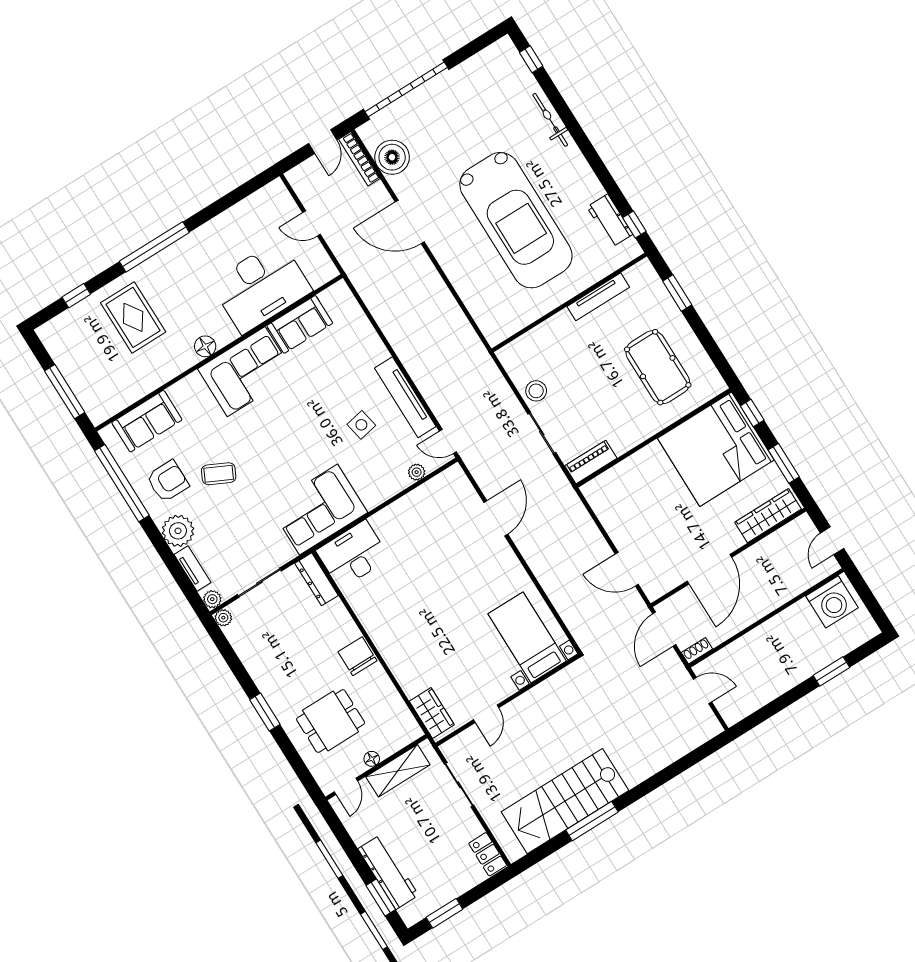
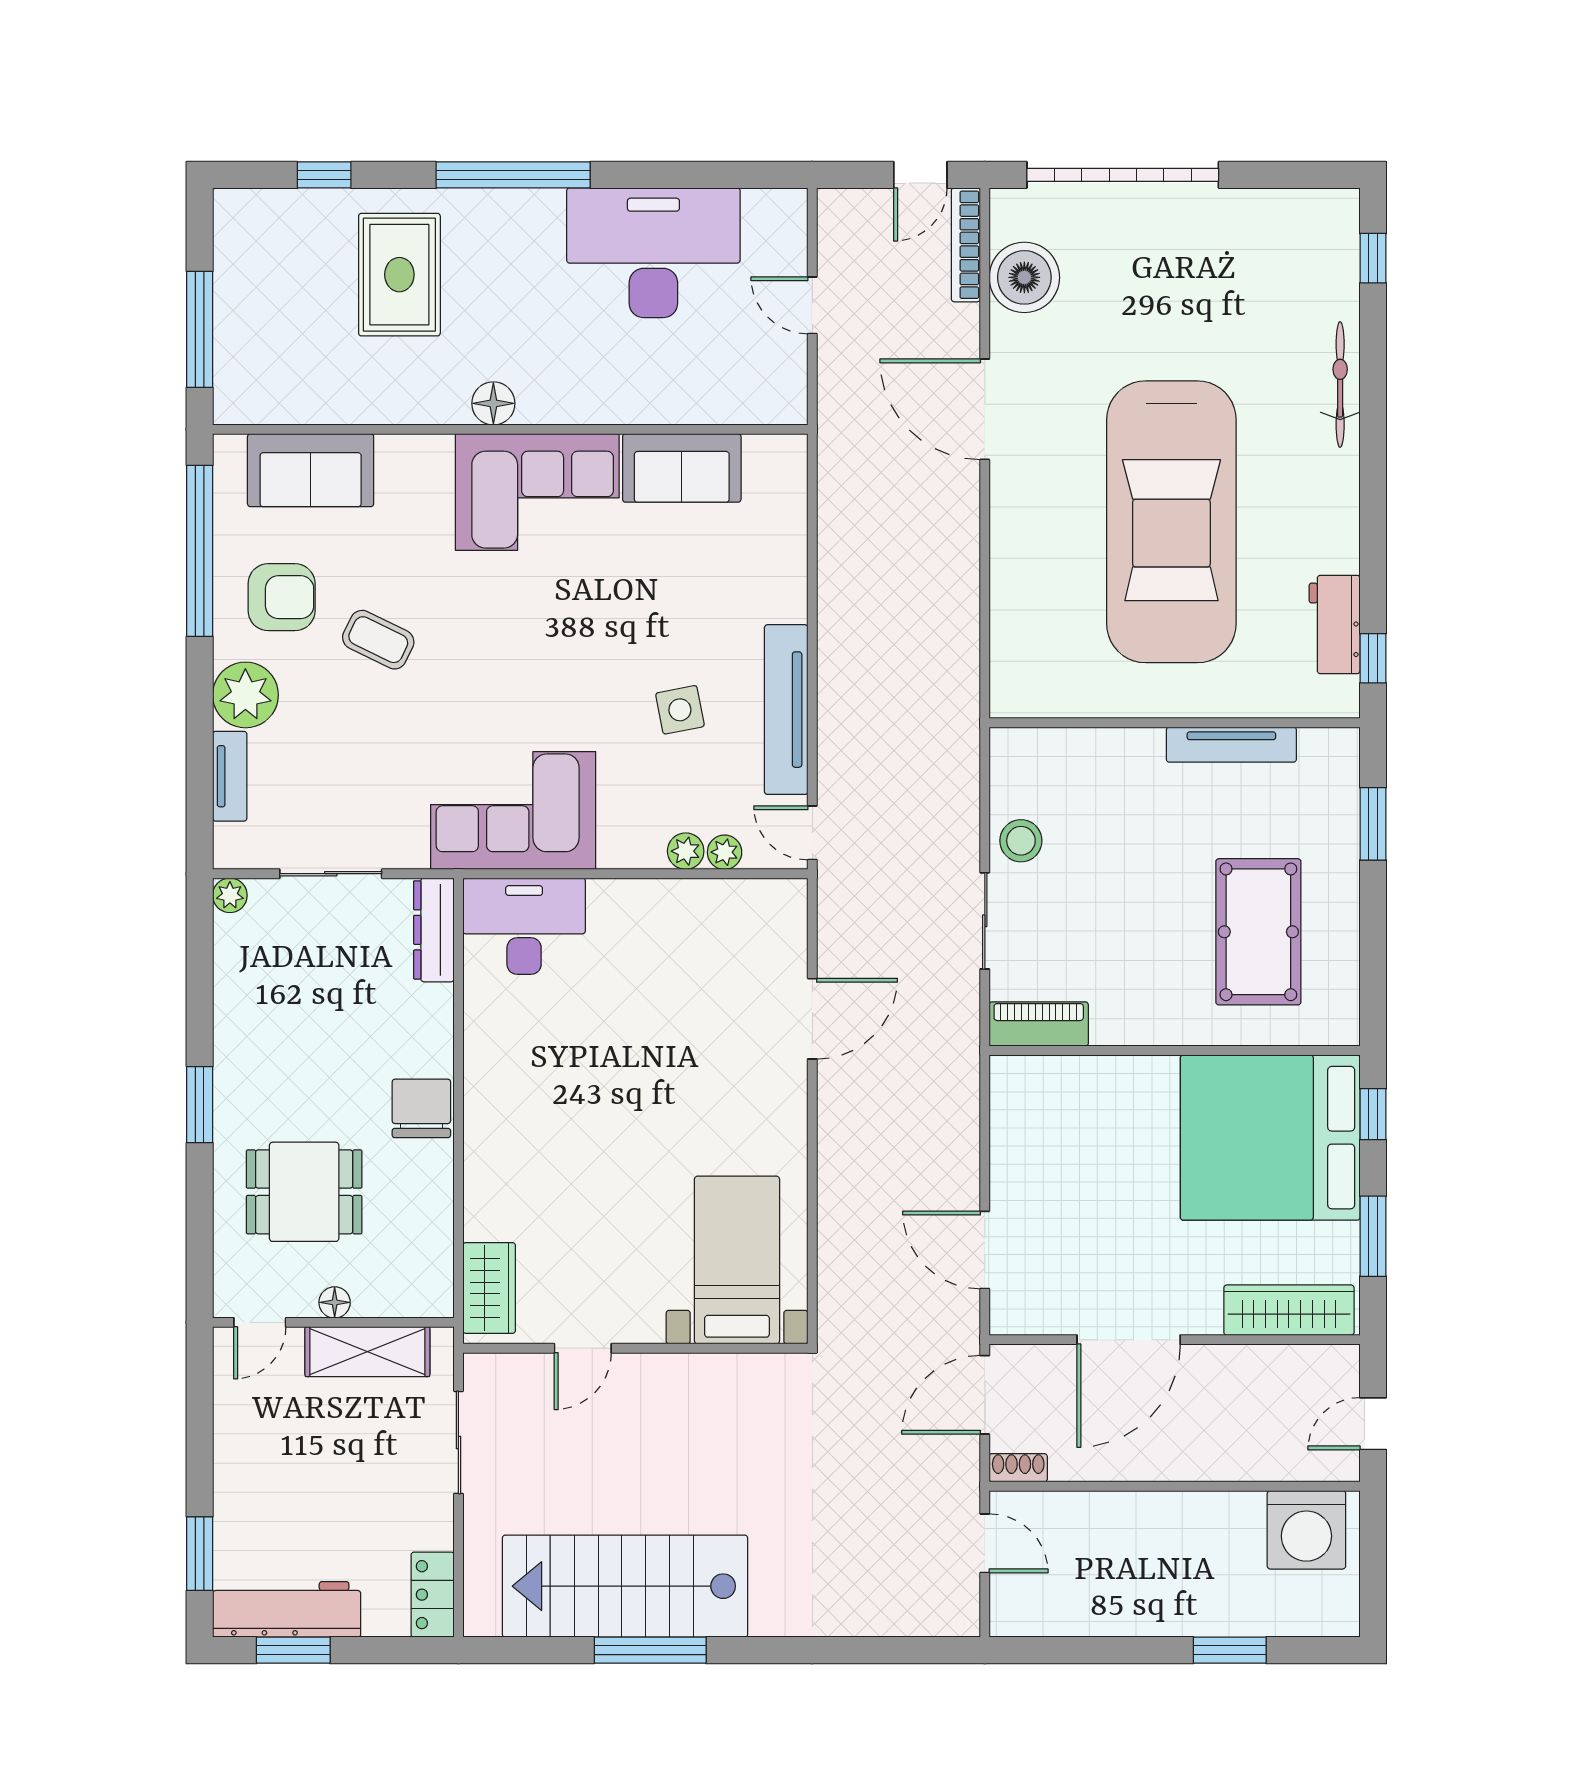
desk: (261, 287) -> (653, 253), moved, turned 180
plant: (212, 599) -> (686, 851), moved
workbench: (388, 872) -> (287, 1609), moved, turned -90

